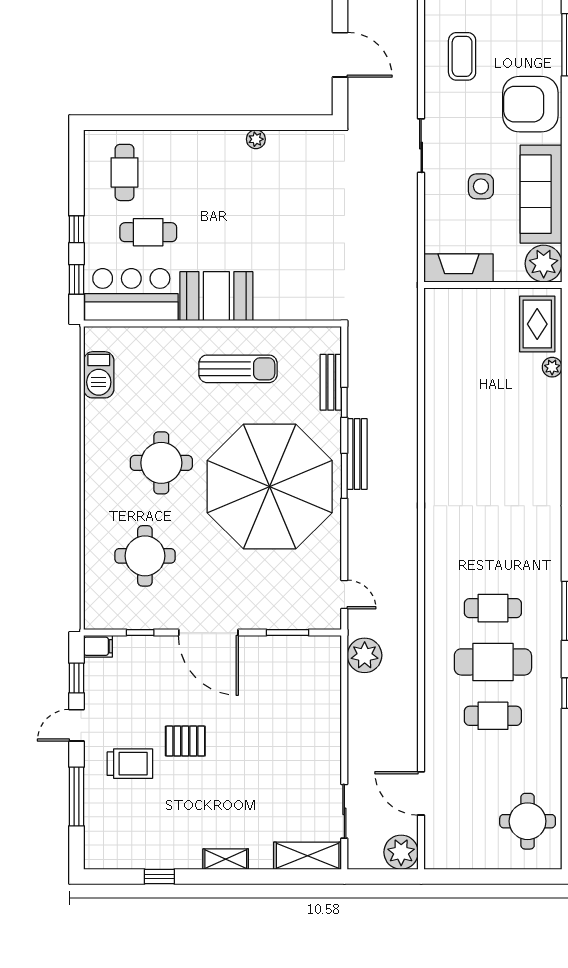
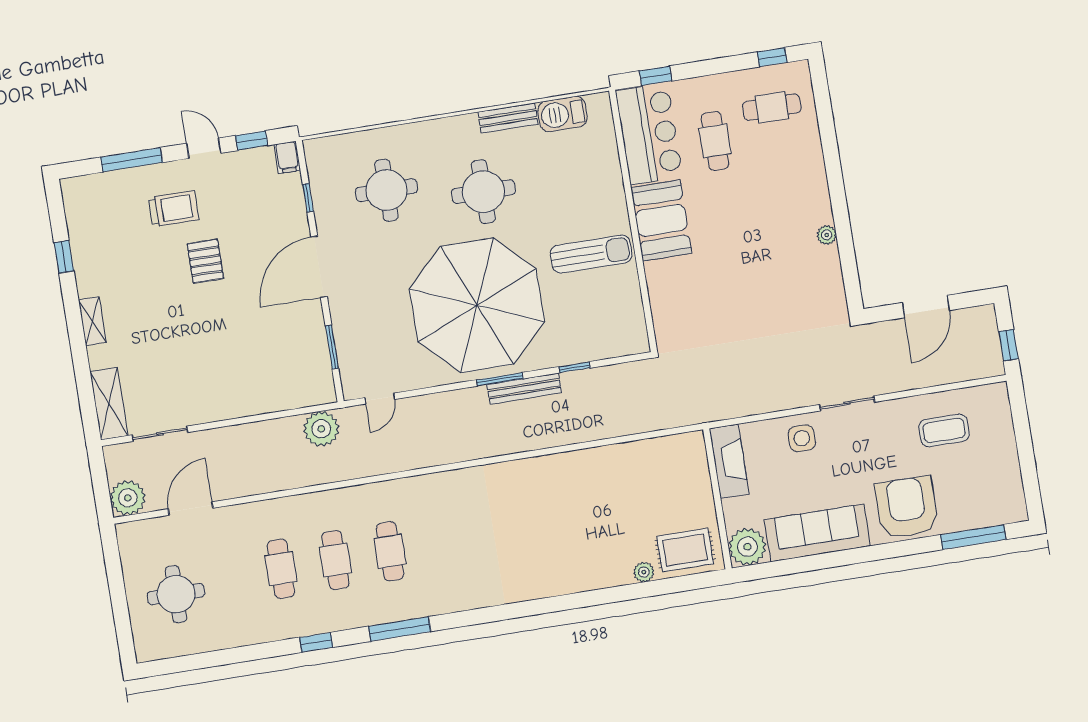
side table: (481, 186) -> (802, 438), moved
window: (76, 229) -> (772, 57), moved
sun lounger: (238, 369) -> (591, 254), turned -90
bench: (331, 382) -> (508, 118), moved
cafe table: (493, 662) -> (335, 560), width x0.73, depth x0.74
trolley: (130, 764) -> (173, 209), turned -90
round table: (528, 821) -> (176, 594), moved

